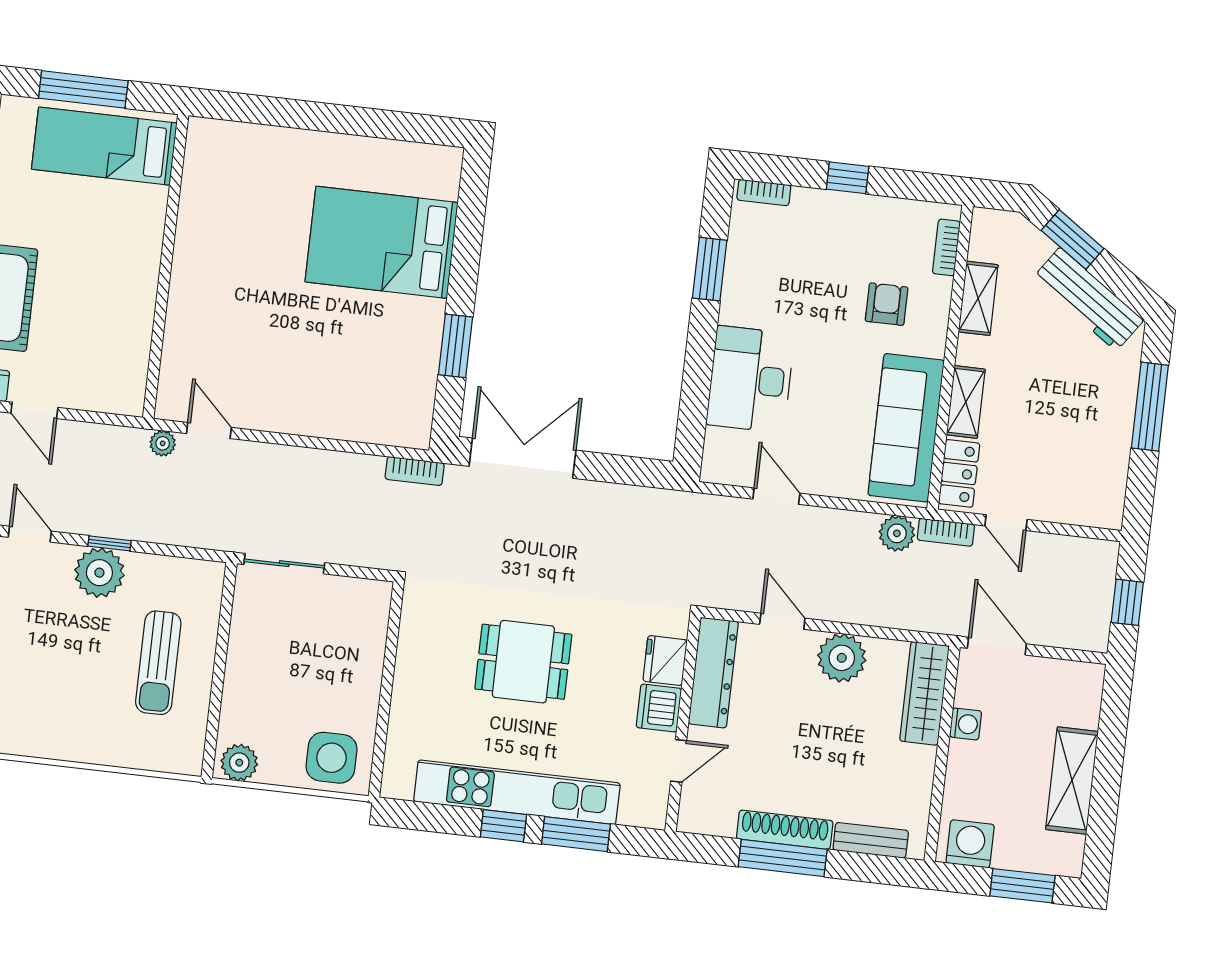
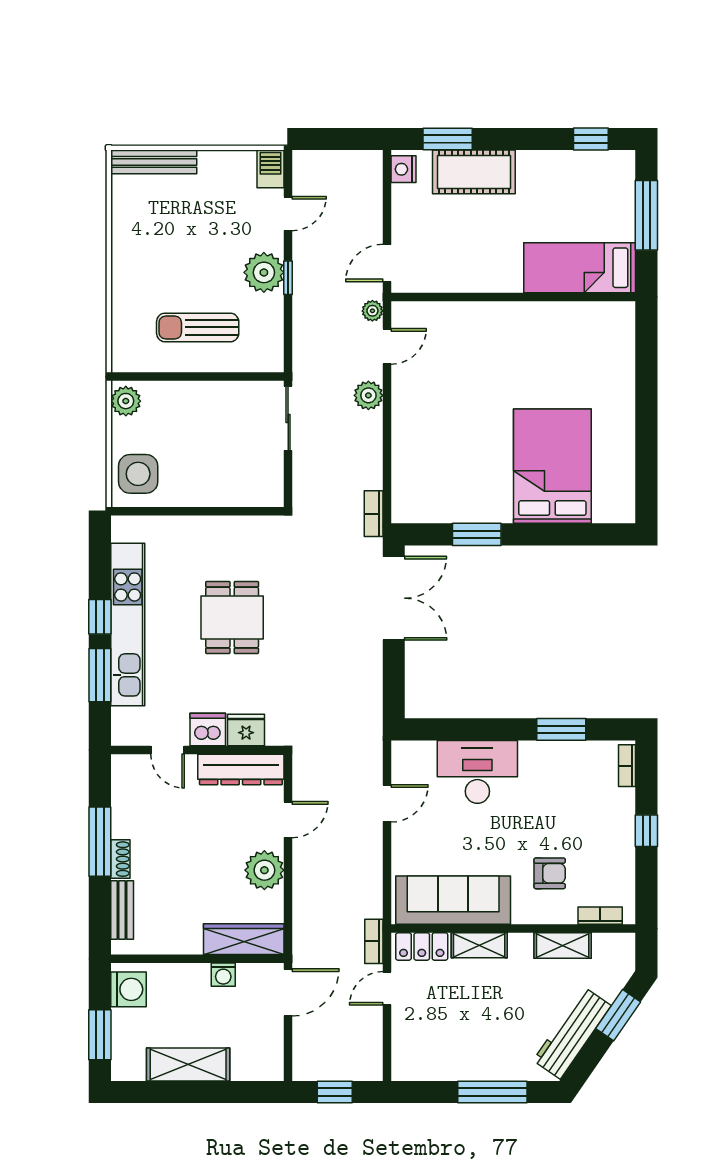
bed: (104, 146) -> (580, 268), moved, turned -90
door: (34, 410) -> (387, 263), moved
plant: (897, 533) -> (368, 395), moved
shoe rack: (785, 830) -> (120, 859), width x0.51, depth x0.81

